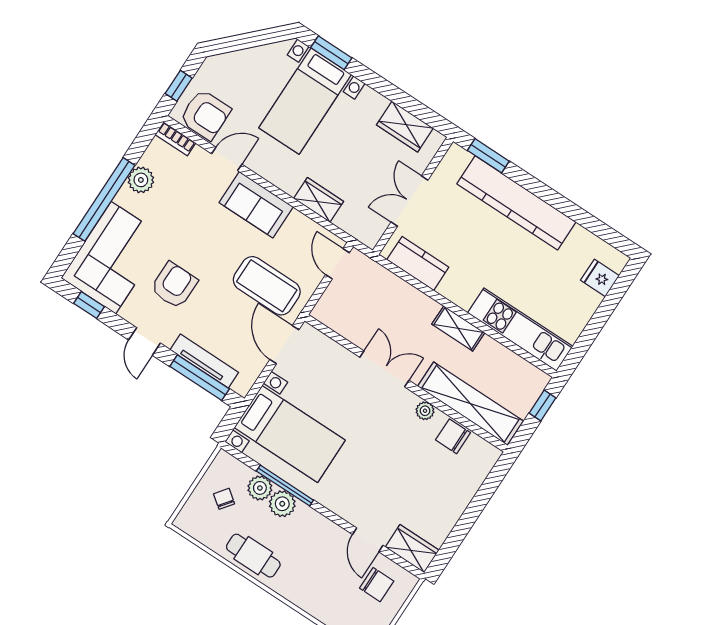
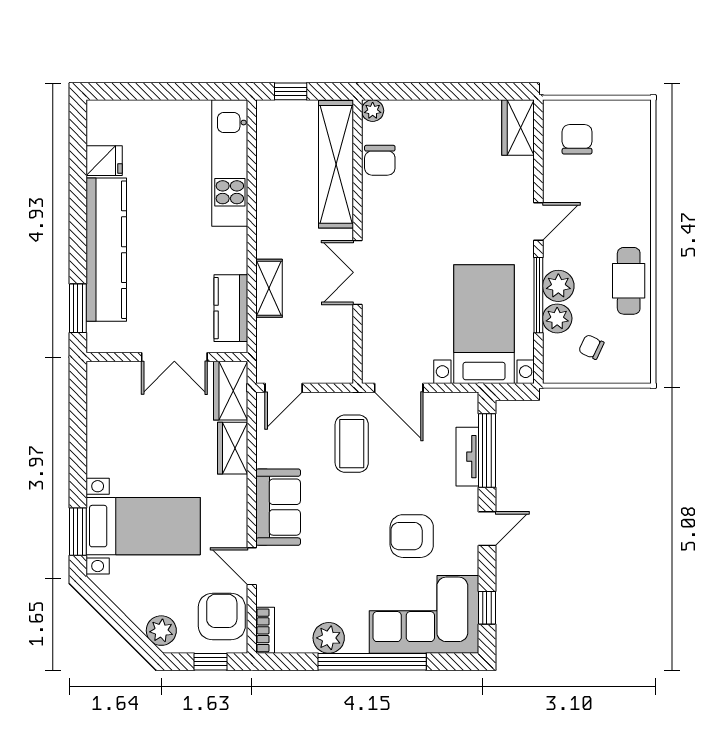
plant: (223, 66) -> (161, 631), added
wardrobe: (405, 127) -> (231, 391), moved, turned 180
fridge: (600, 278) -> (104, 161), moved, turned -90
coffee table: (267, 286) -> (352, 444), width x0.73, depth x0.76
shelving: (458, 328) -> (269, 288), moved
door: (284, 345) -> (399, 388), hinge flipped
tv unit: (204, 361) -> (467, 457), width x0.71
plant: (425, 411) -> (373, 111), moved
chair: (224, 499) -> (591, 347), turned 78
door: (368, 540) -> (538, 221), moved

